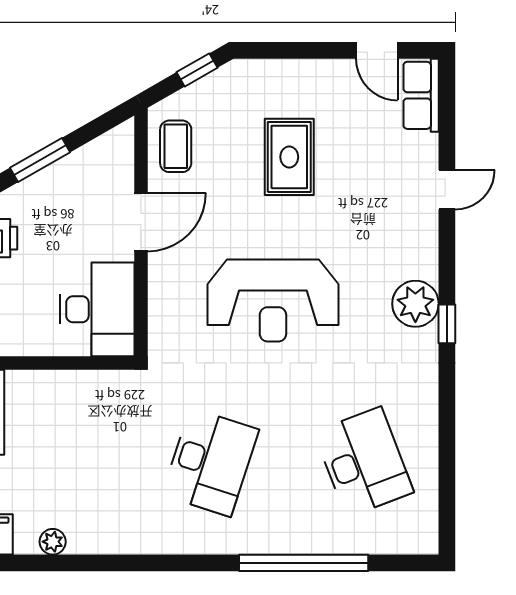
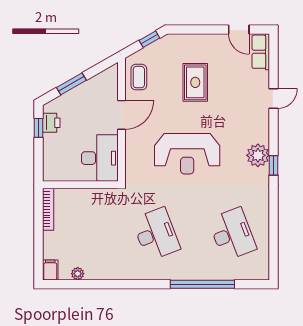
desk: (210, 462) -> (156, 234), turned -39

